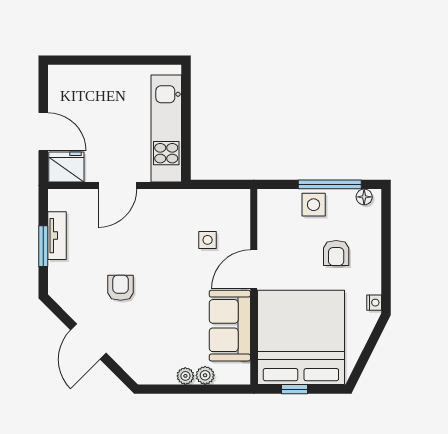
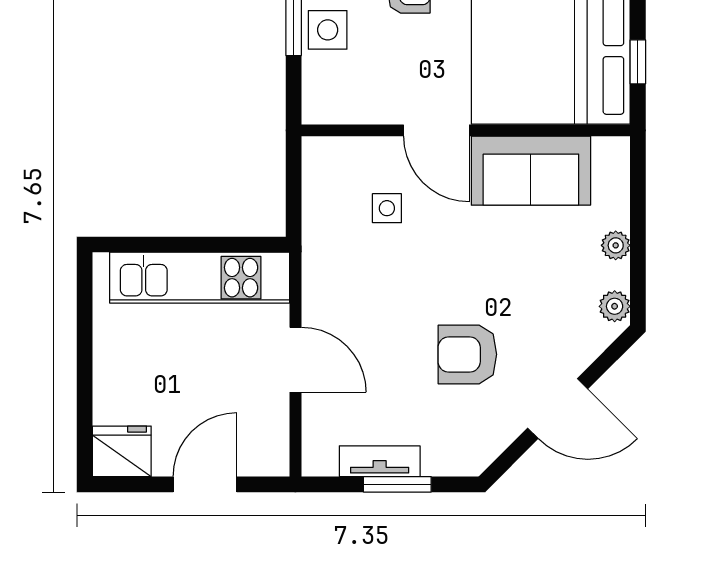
fridge: (66, 167) -> (122, 451), moved, turned 90
armchair: (121, 288) -> (467, 354), width x1.38, depth x1.38
plant: (205, 375) -> (615, 306), moved

